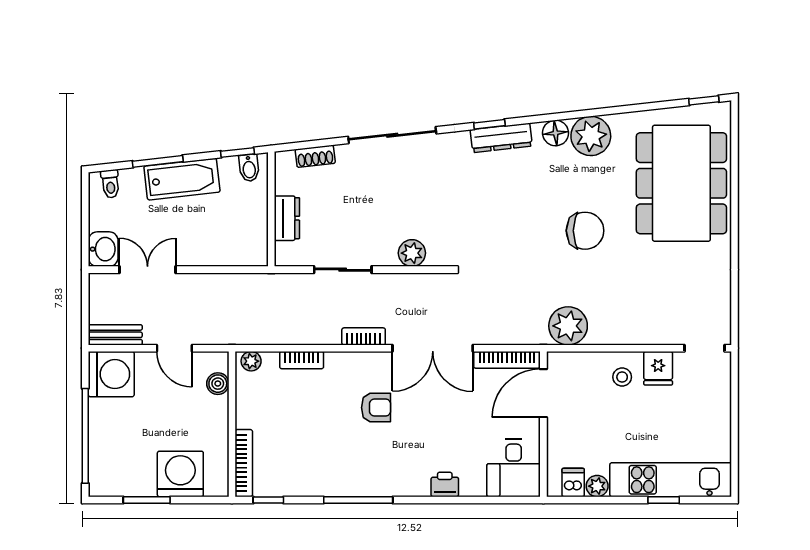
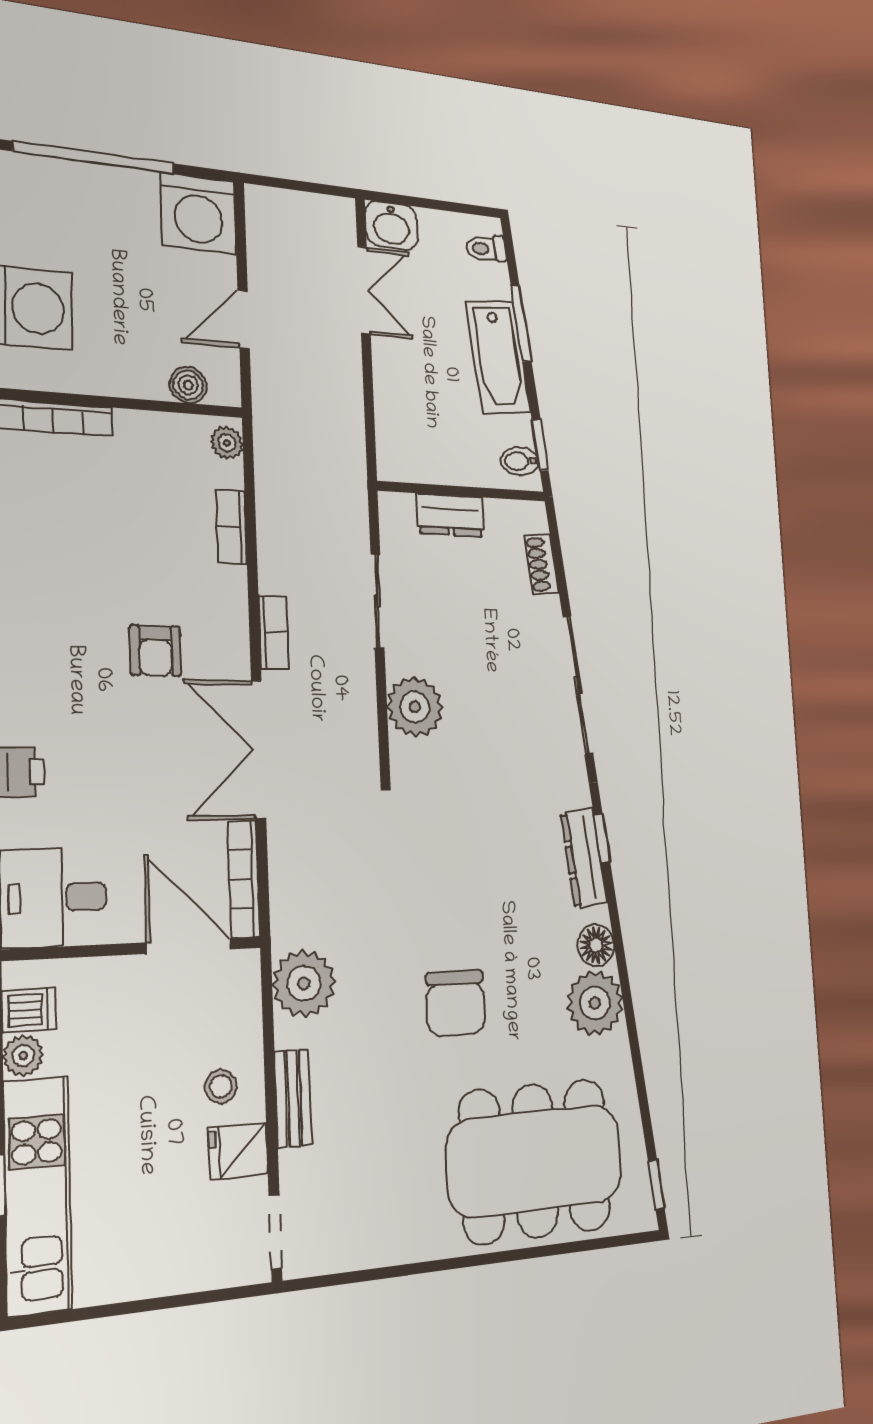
plant: (412, 253) -> (415, 707), width x1.36, depth x1.36
bench: (115, 335) -> (293, 1098), moved

